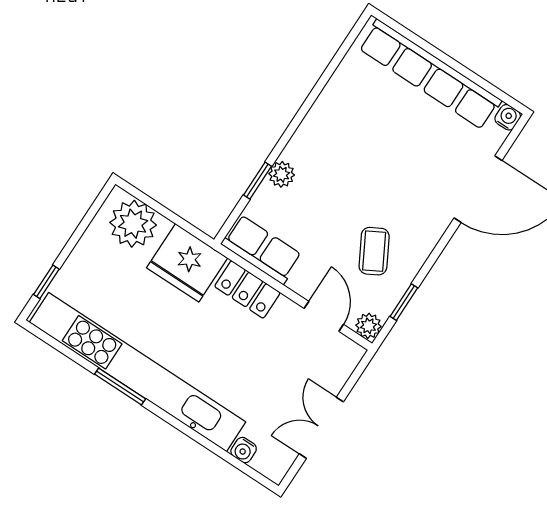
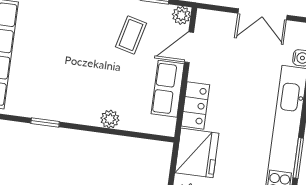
window: (257, 181) -> (45, 123), moved
row of seats: (262, 250) -> (168, 89), moved
coffee table: (374, 251) -> (131, 35), turned -47

